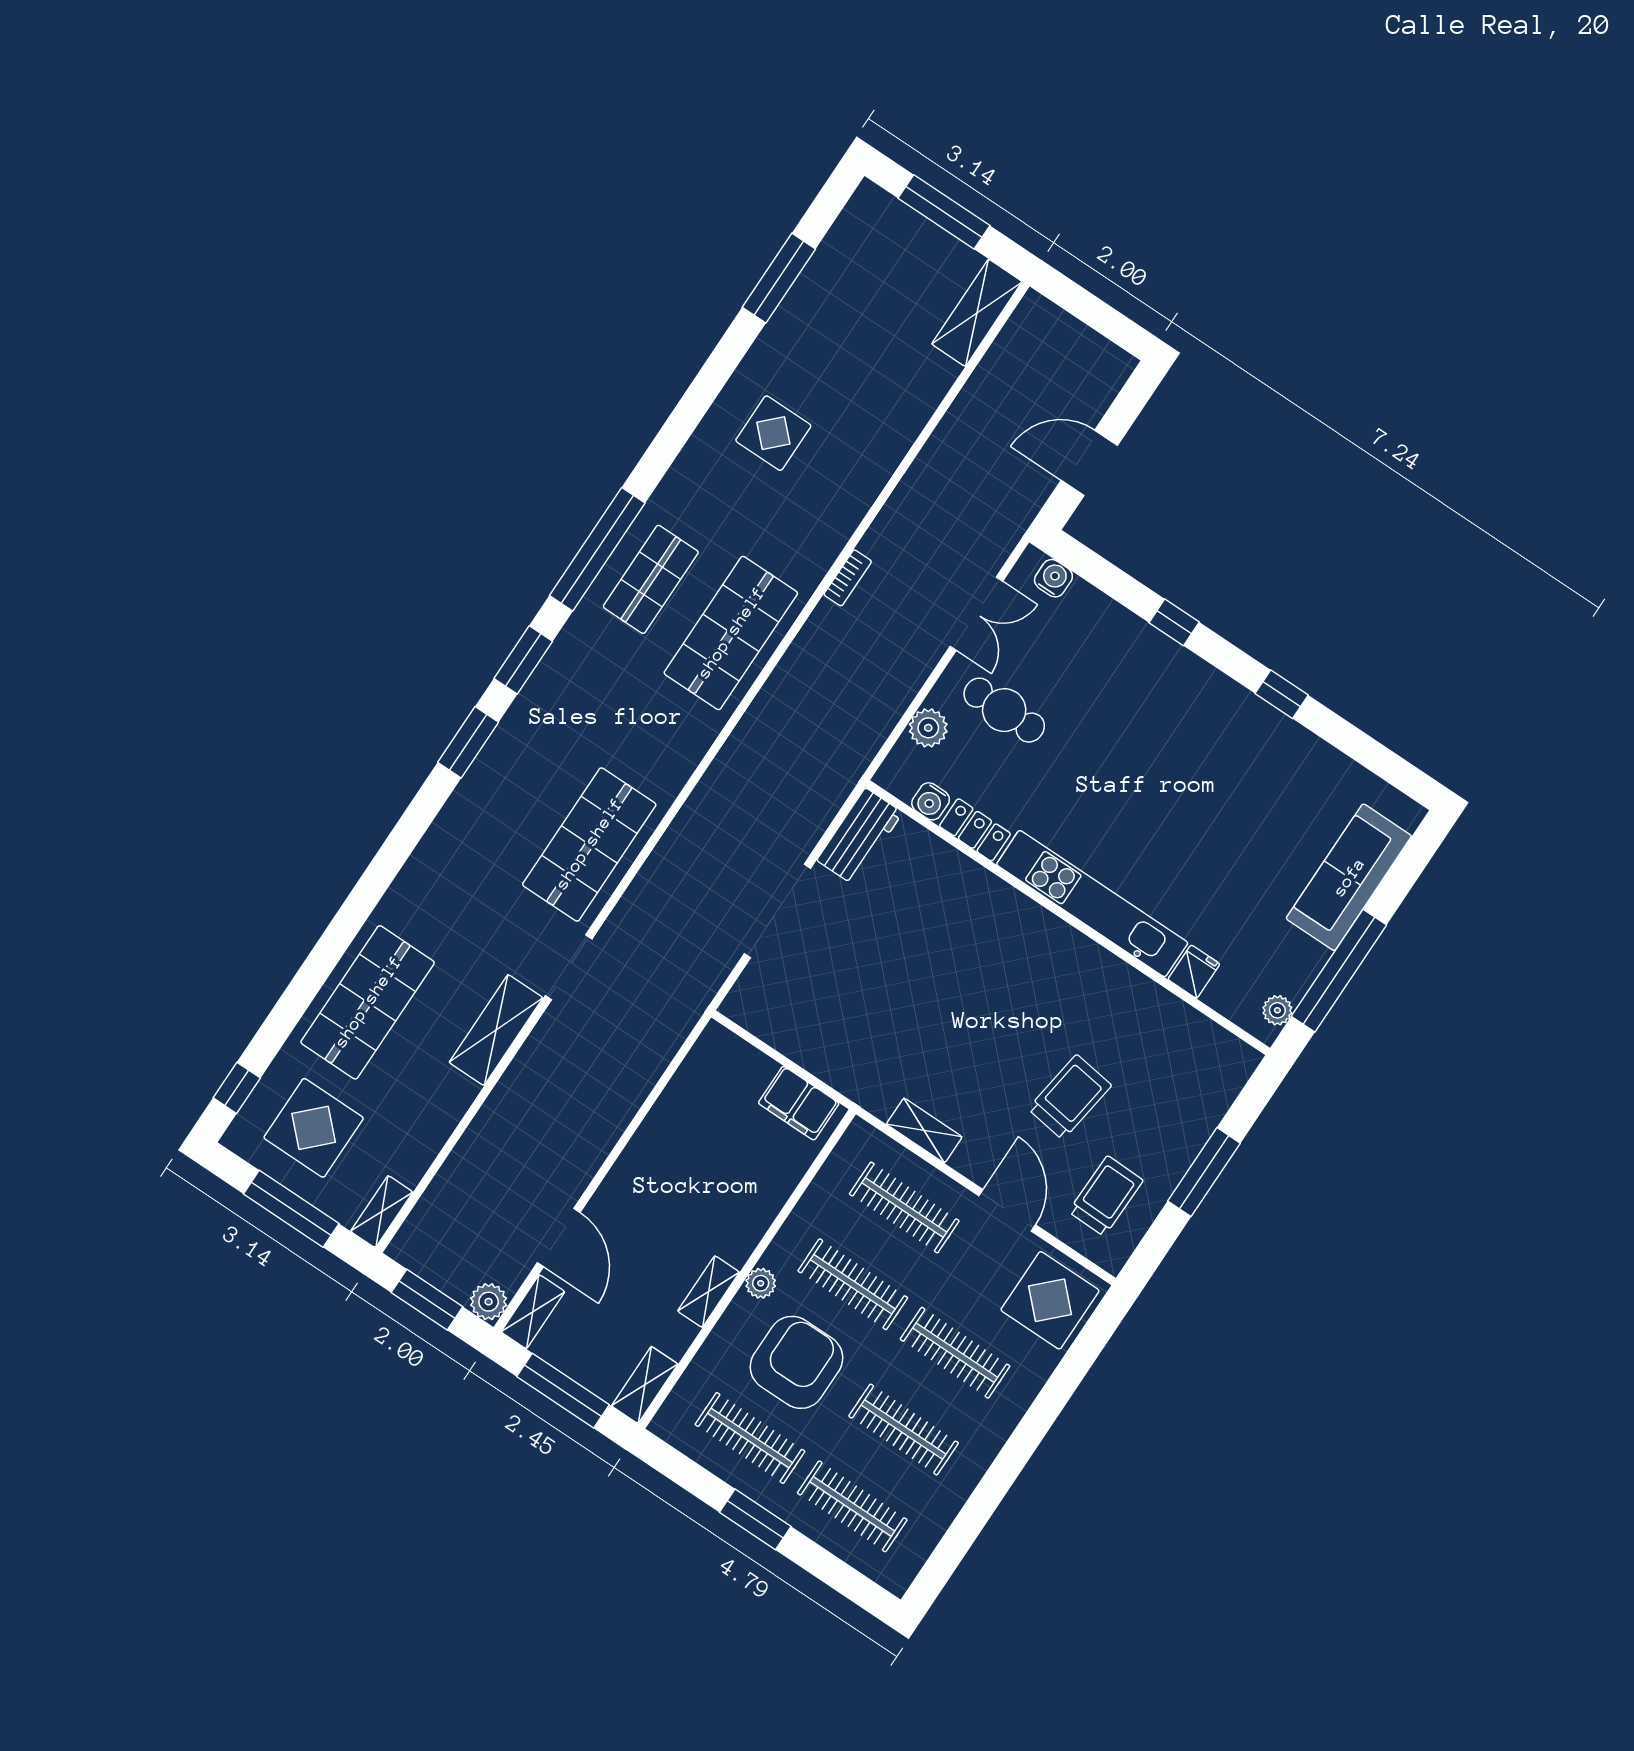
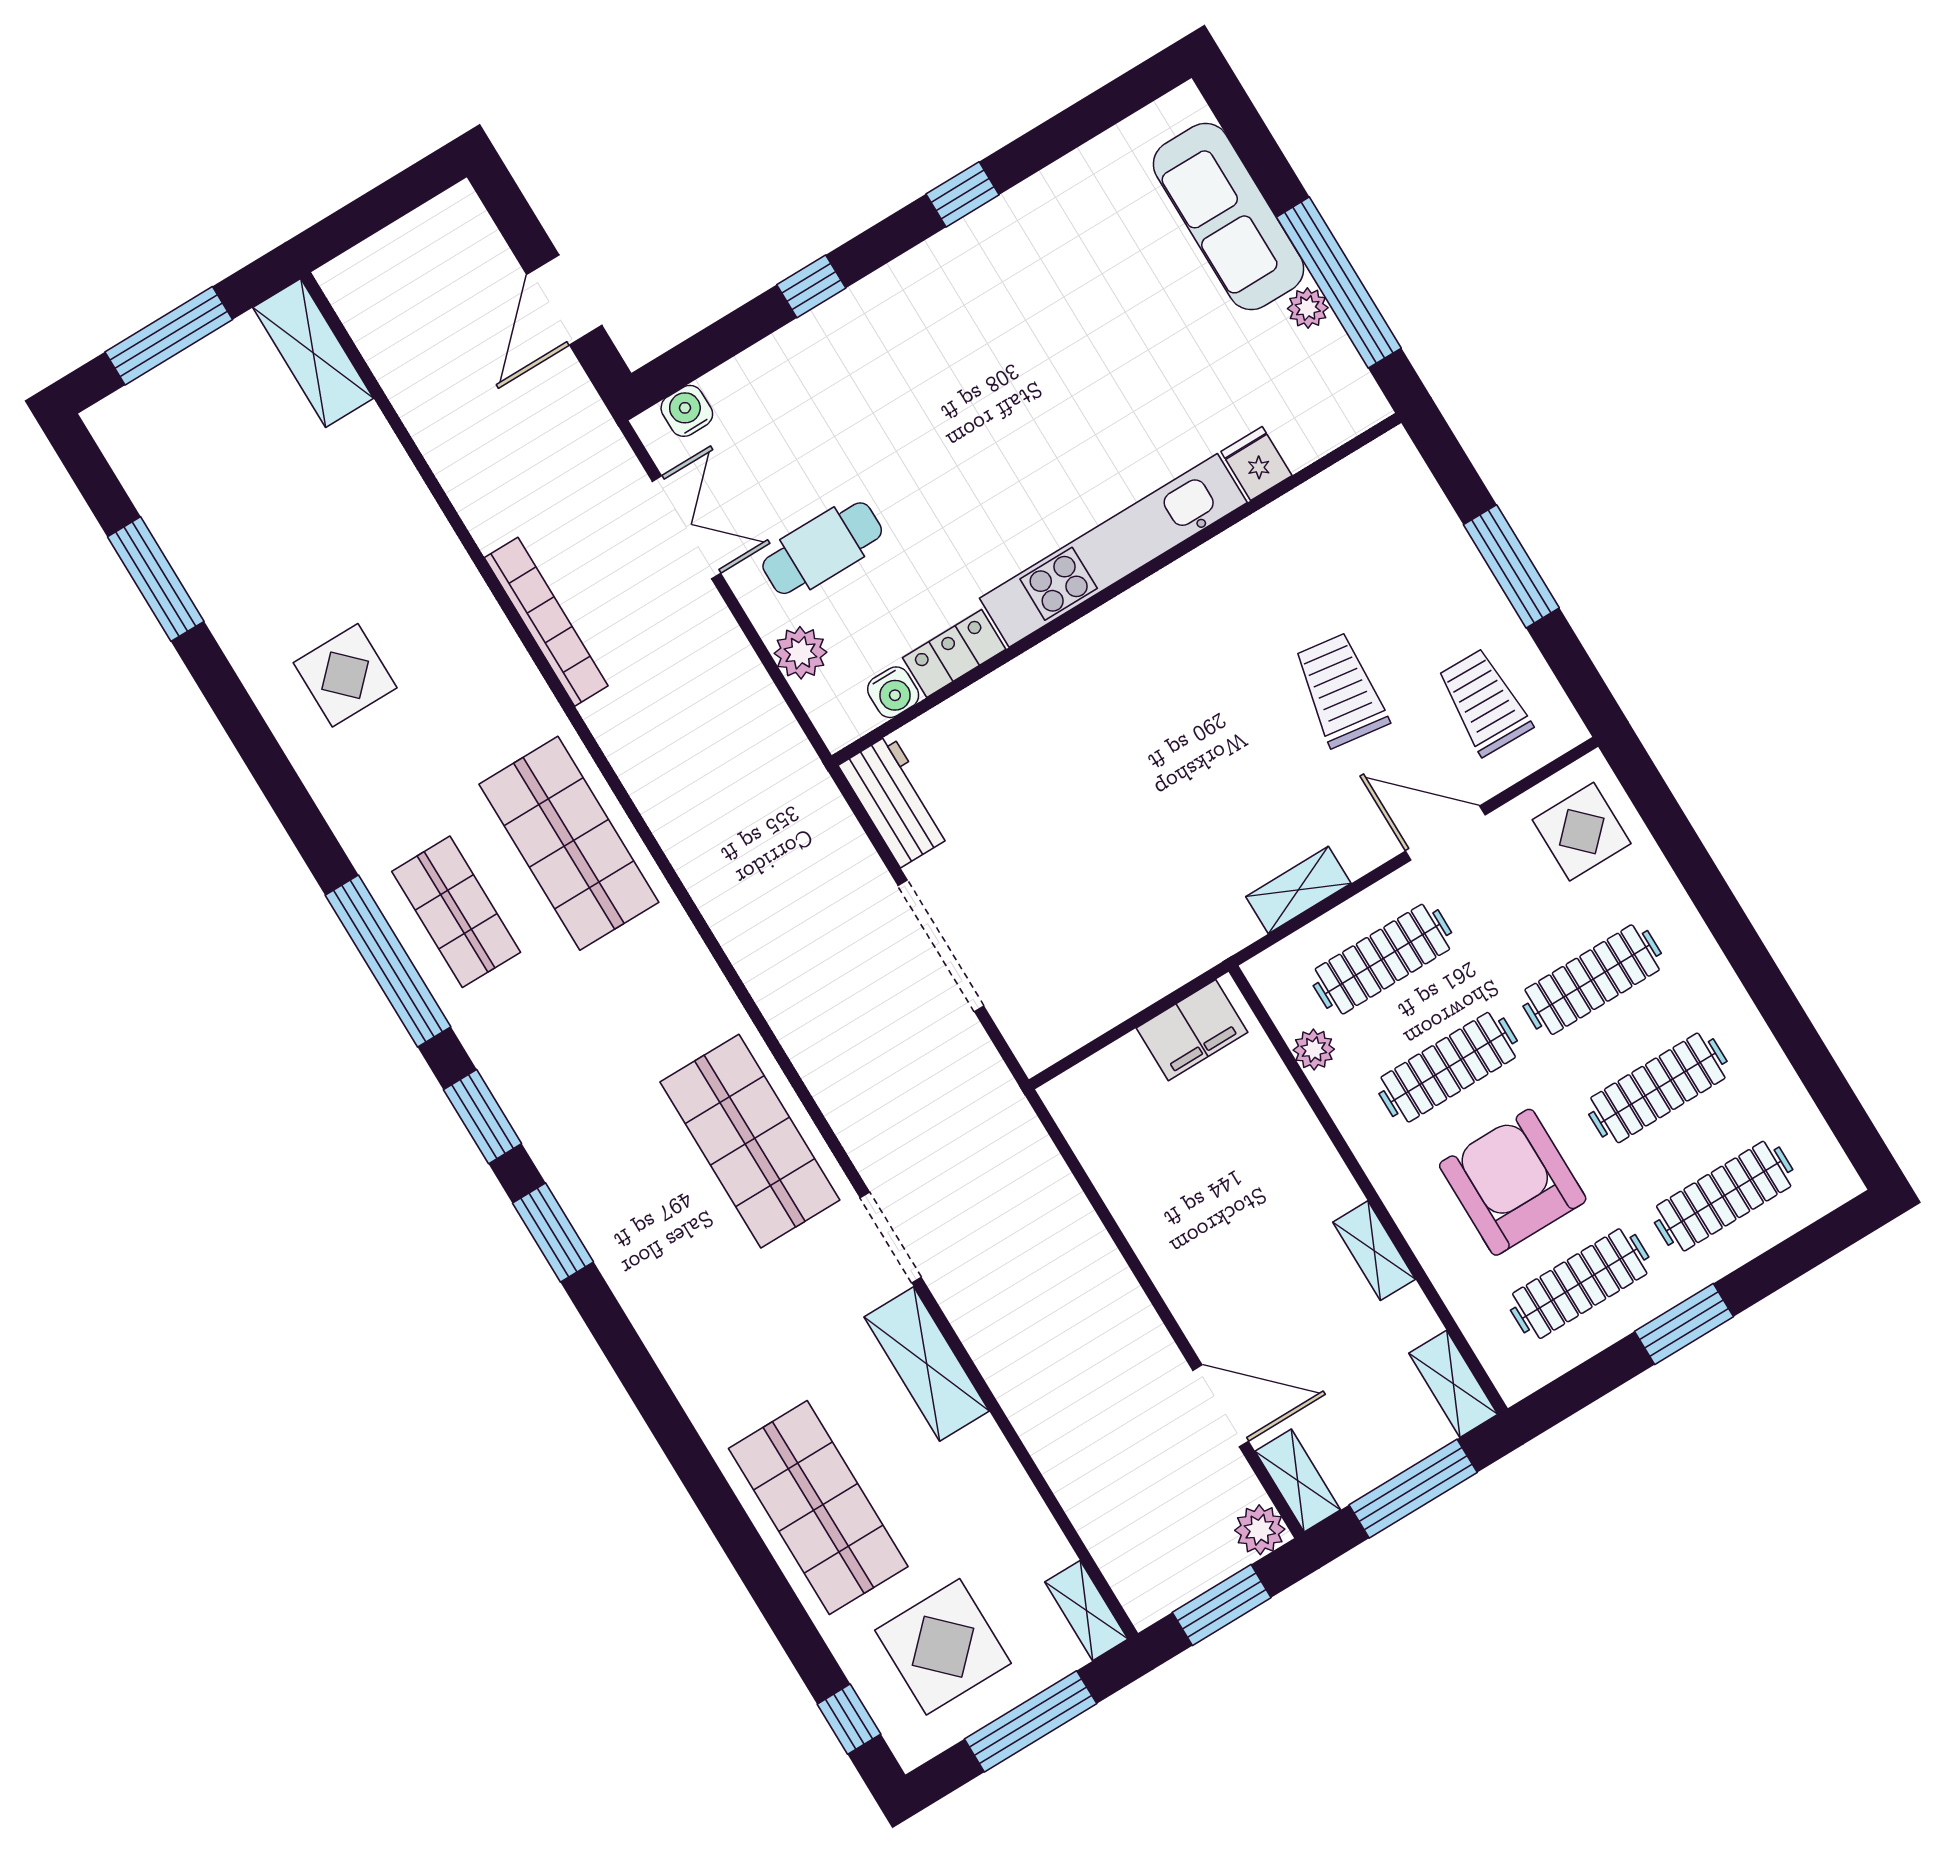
bookcase: (848, 578) -> (546, 622), width x2.31, depth x1.31
plant: (1277, 1010) -> (1308, 308), moved
plant: (761, 1283) -> (1314, 1050), moved
display table: (1050, 1300) -> (1582, 832), width x0.73, depth x0.73

